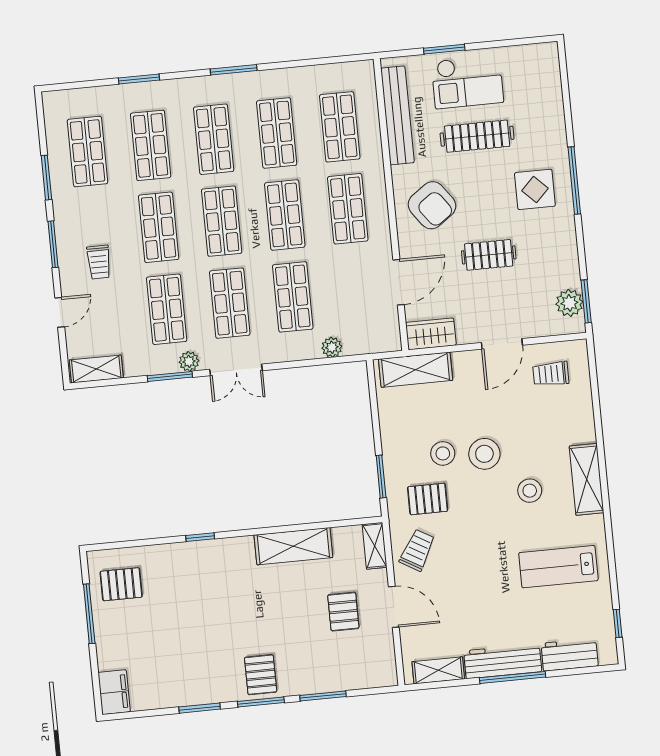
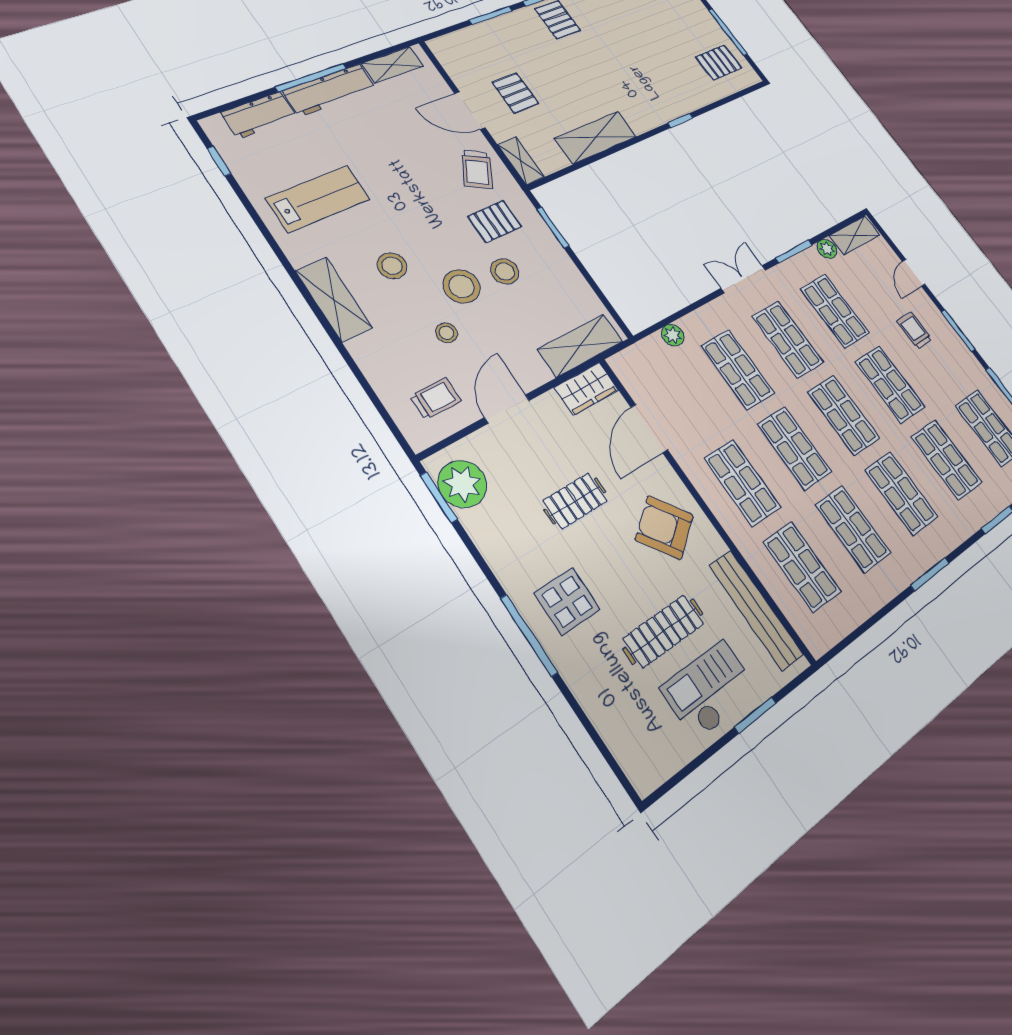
plant: (569, 303) -> (462, 484), width x1.36, depth x1.36
plant: (189, 361) -> (827, 249), moved
stool: (516, 421) -> (446, 333), added

